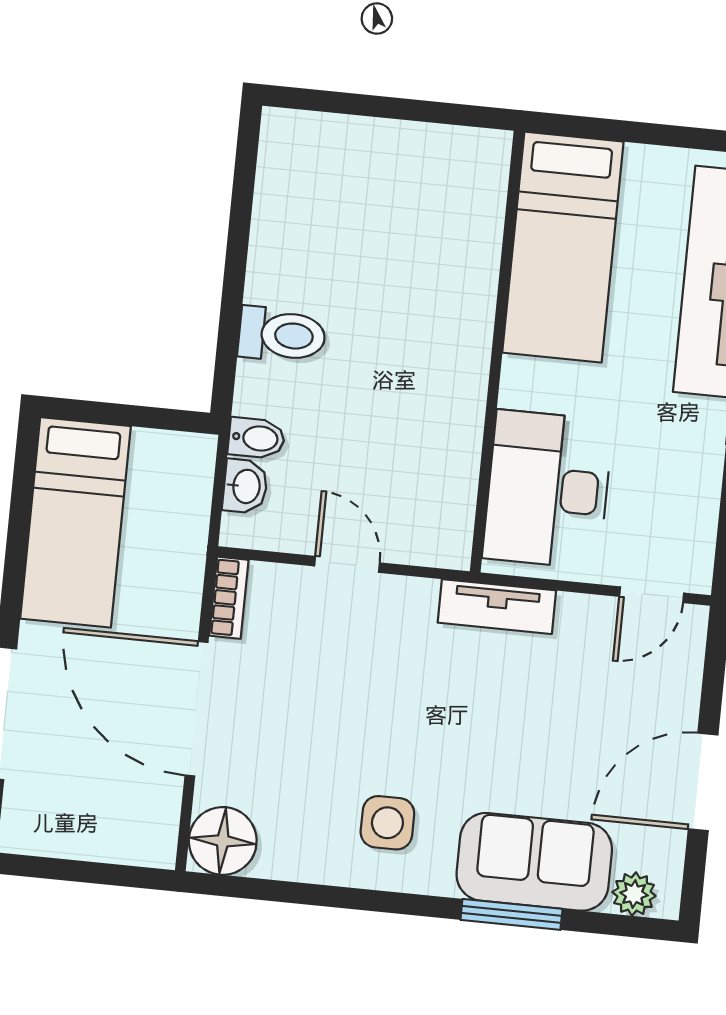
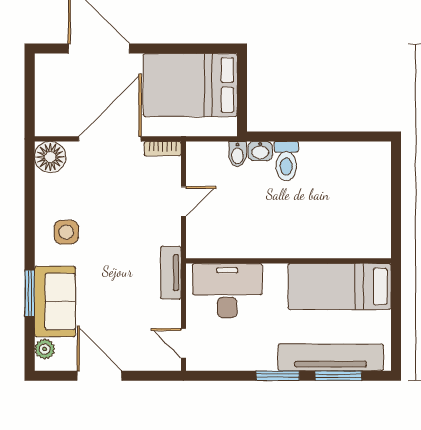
washbasin: (245, 486) -> (260, 151), moved
bed: (76, 522) -> (190, 85), width x1.50

